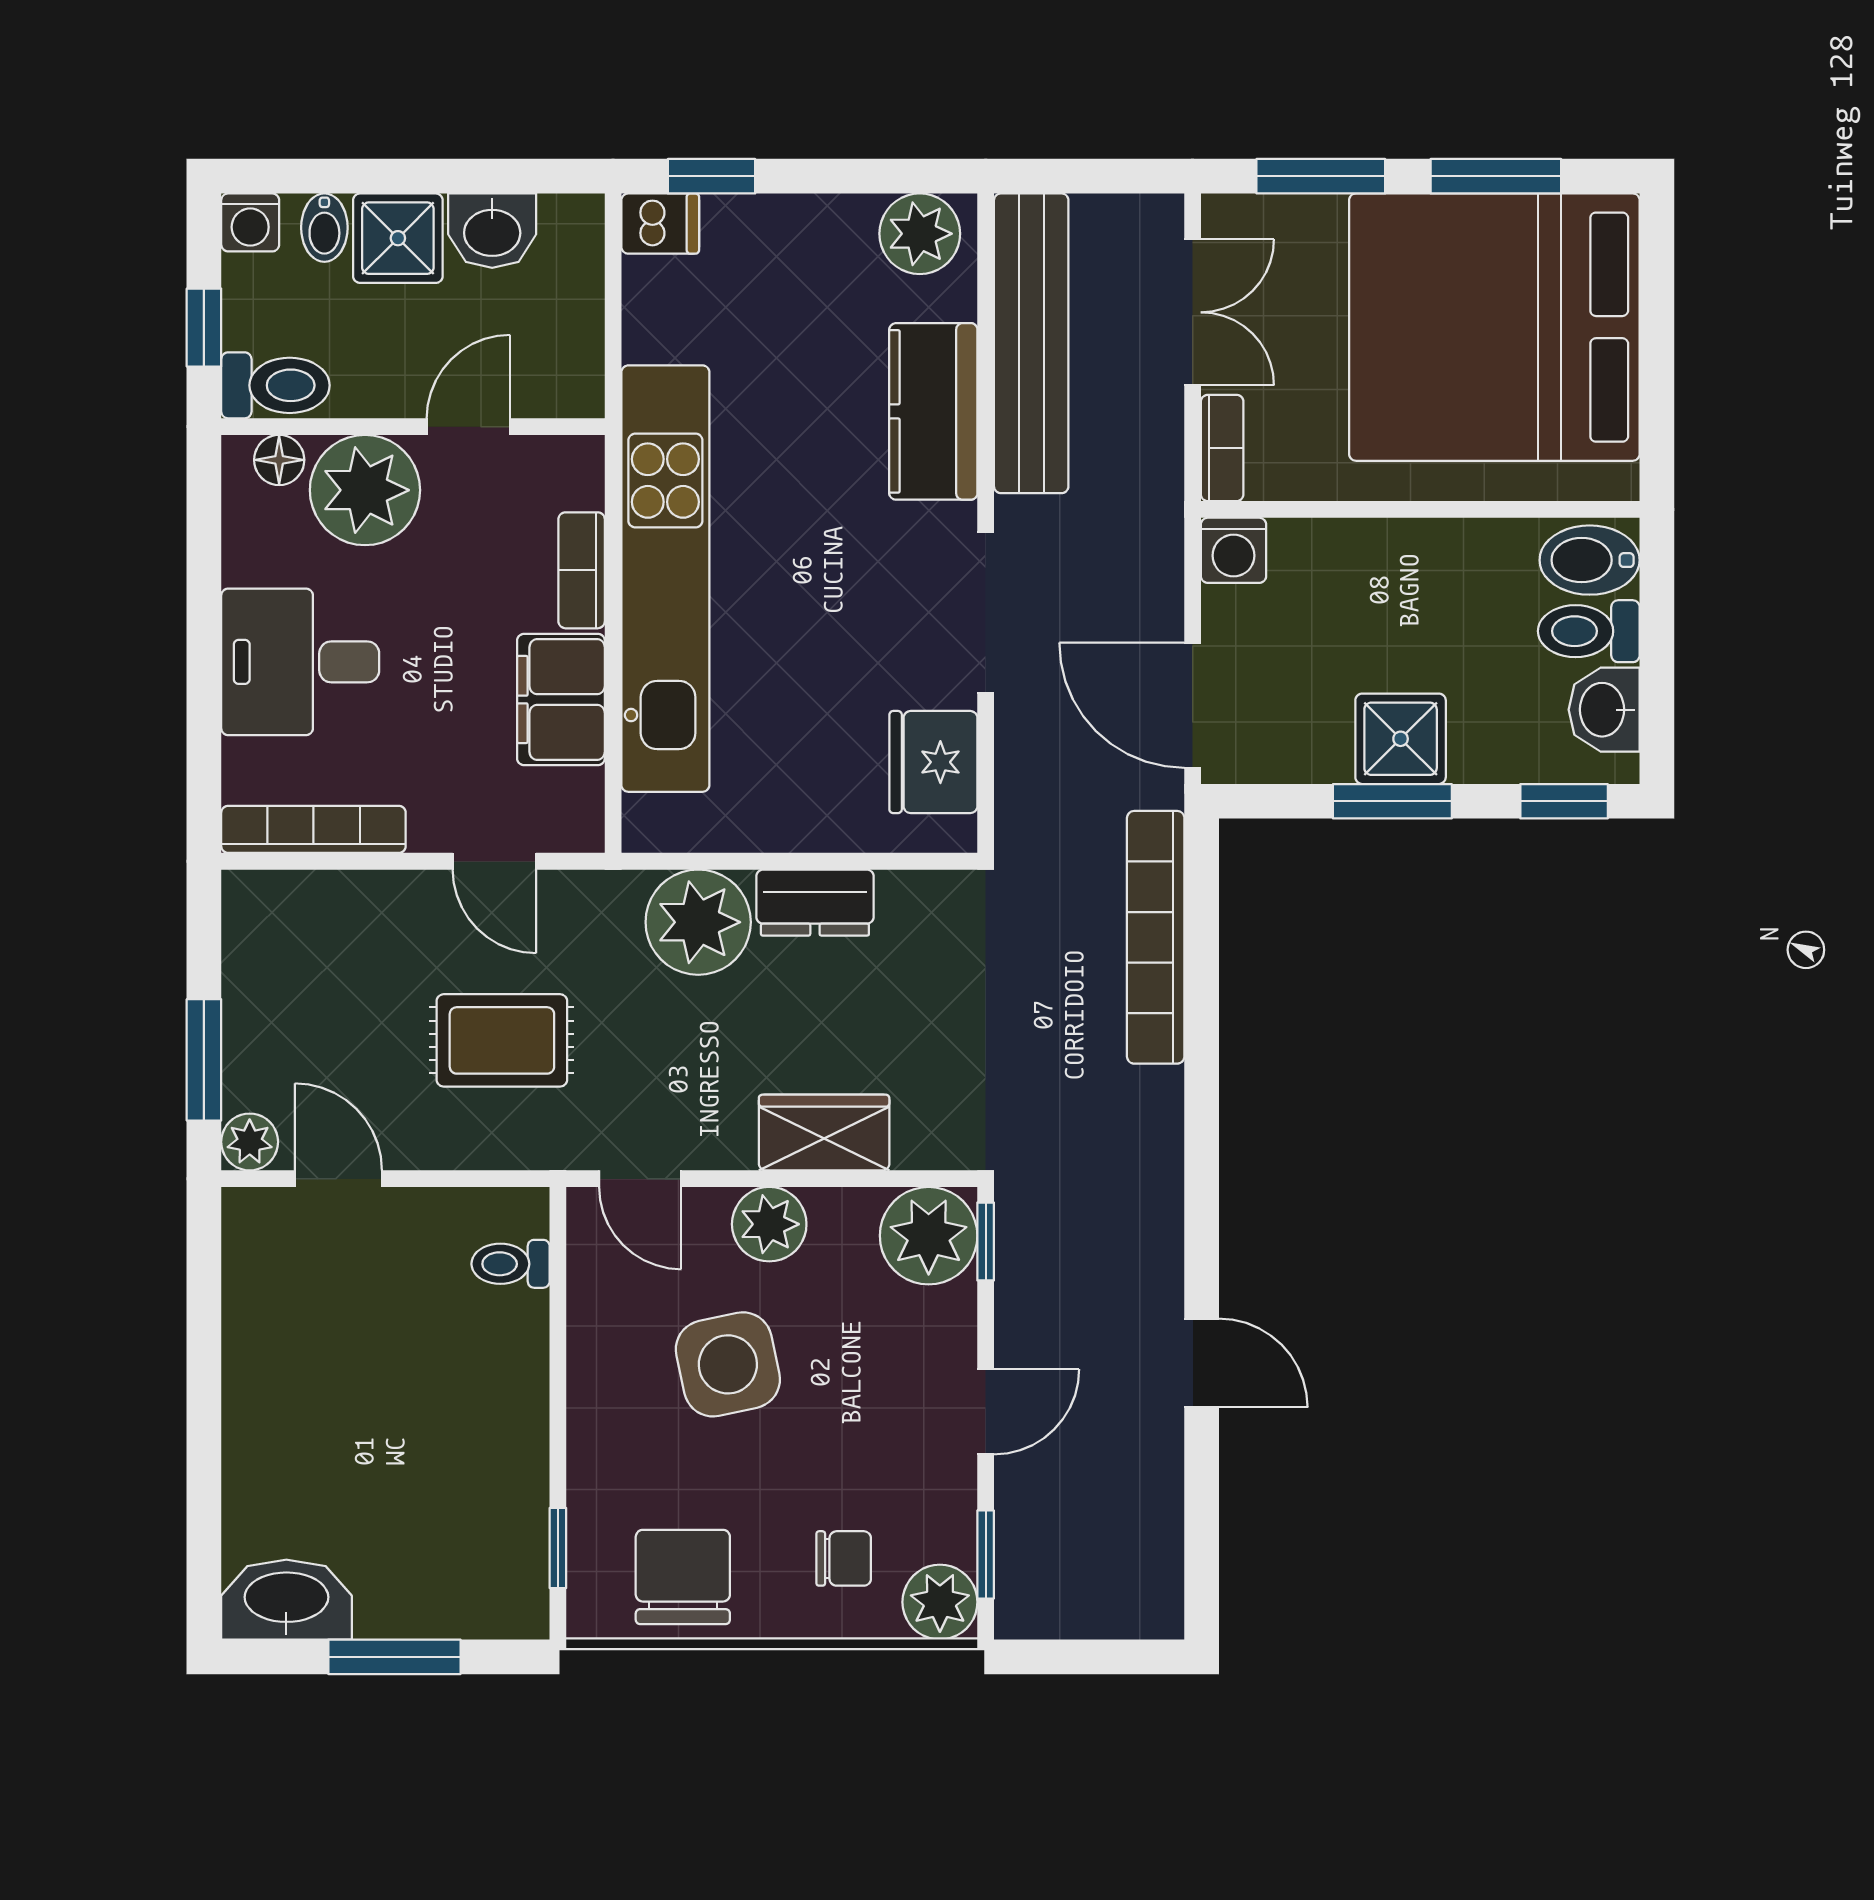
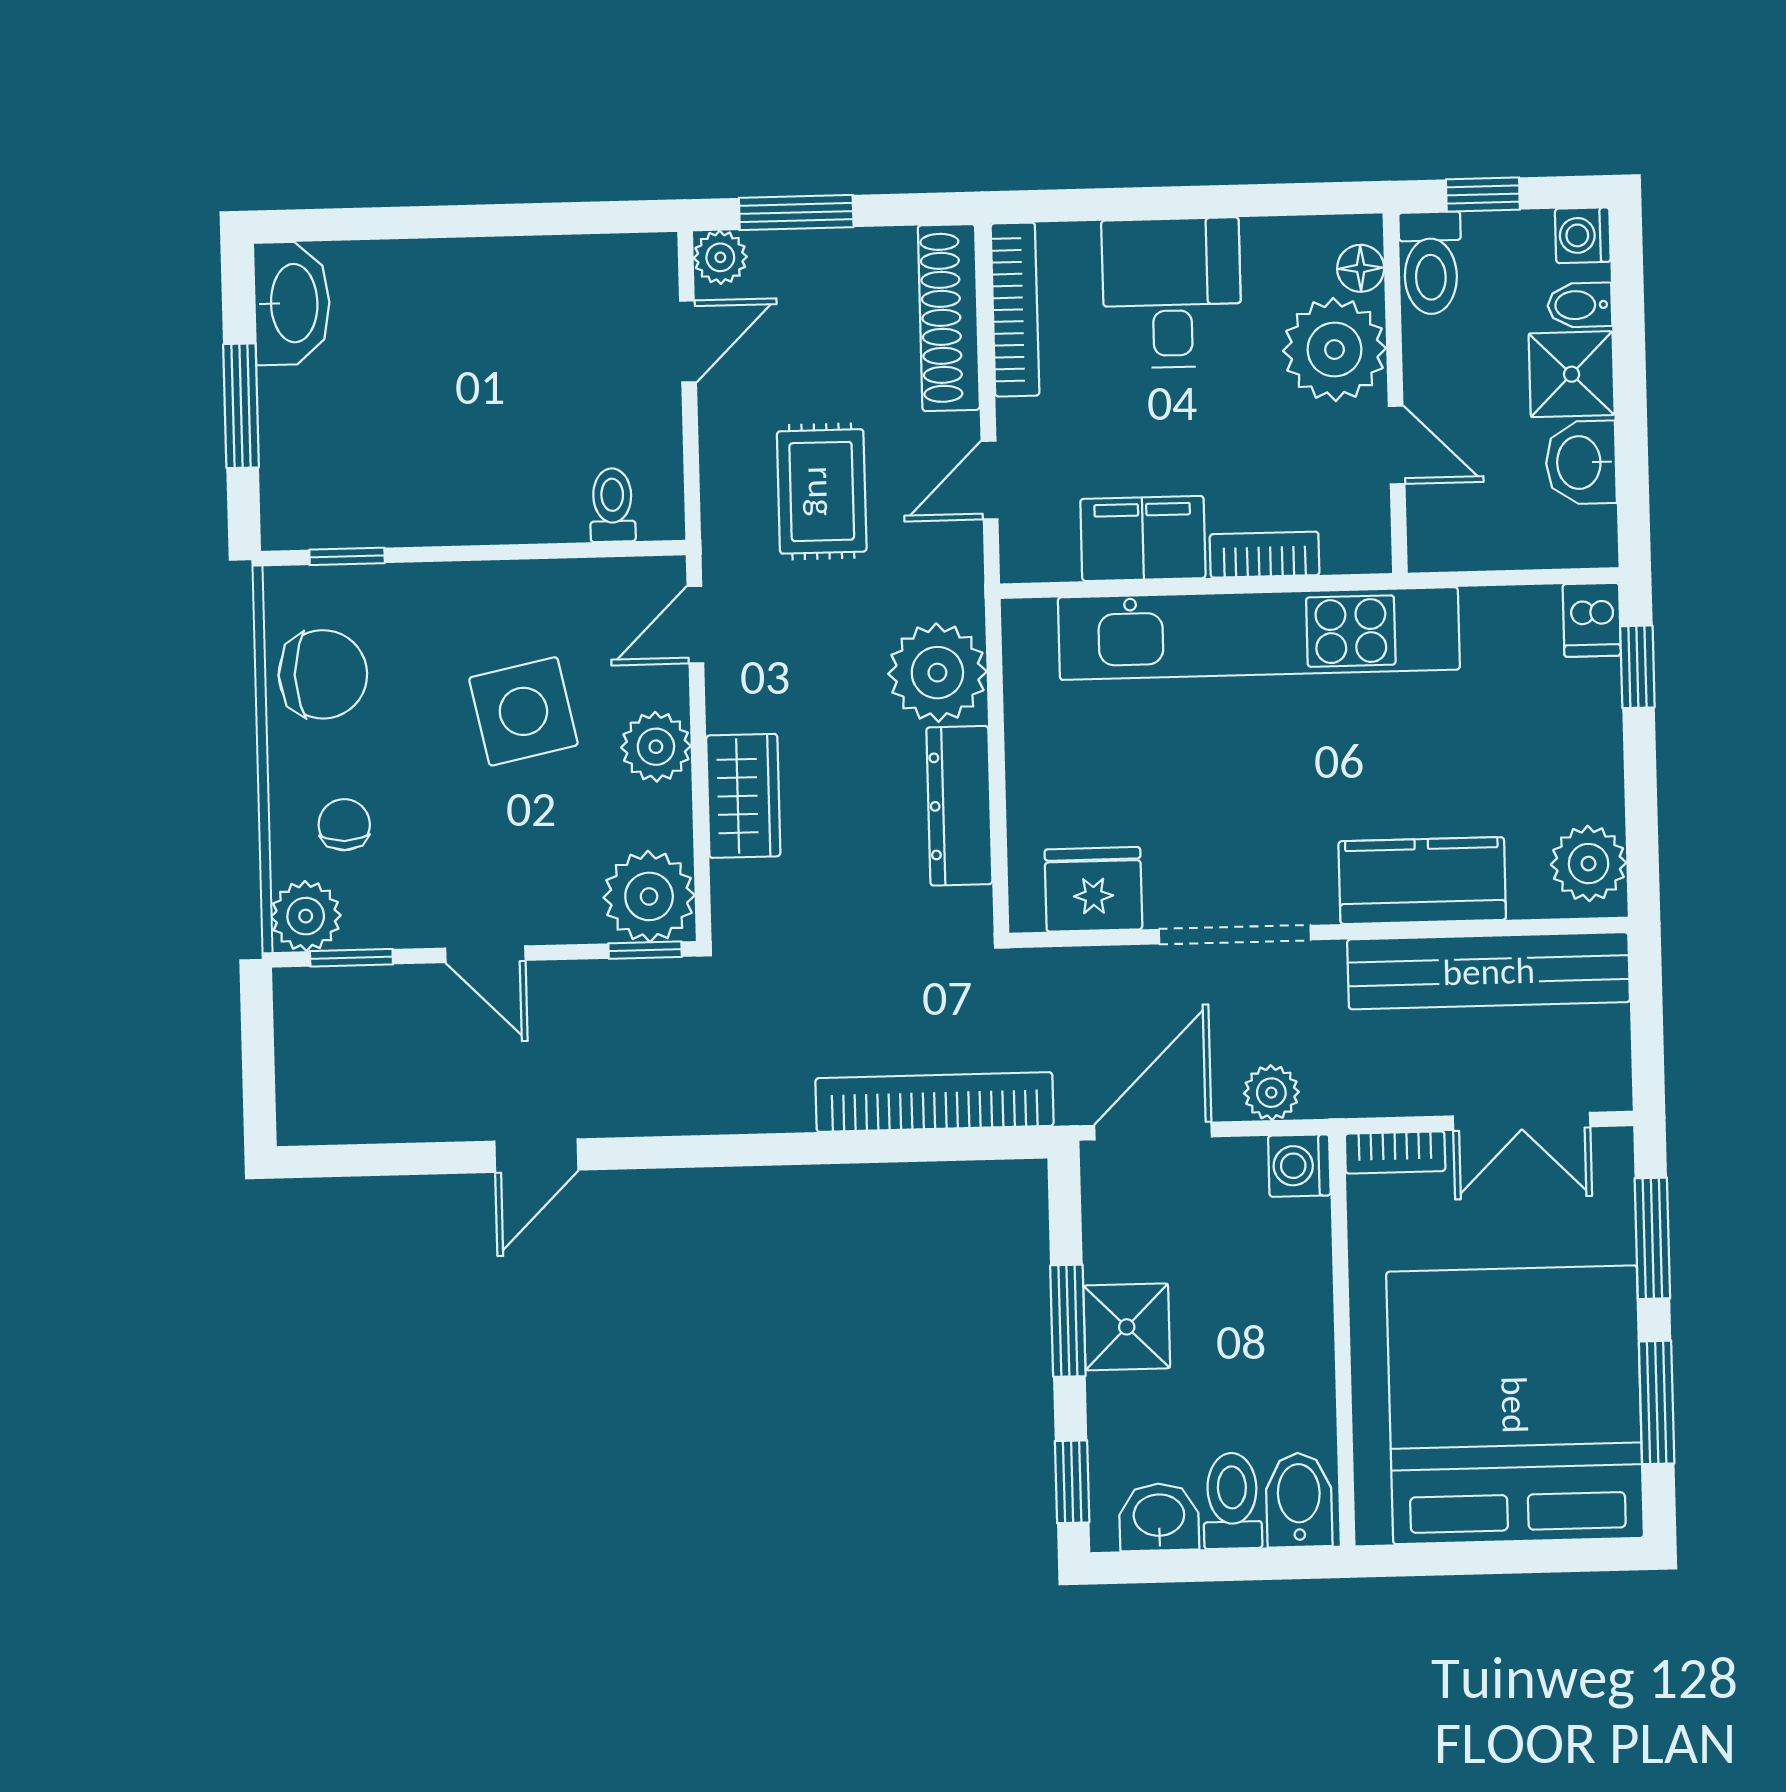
plant: (1155, 578) -> (1271, 1093), added
shoe rack: (320, 900) -> (949, 318), added
dresser: (815, 903) -> (959, 806), width x1.44
chair: (844, 1558) -> (344, 825), turned 180

